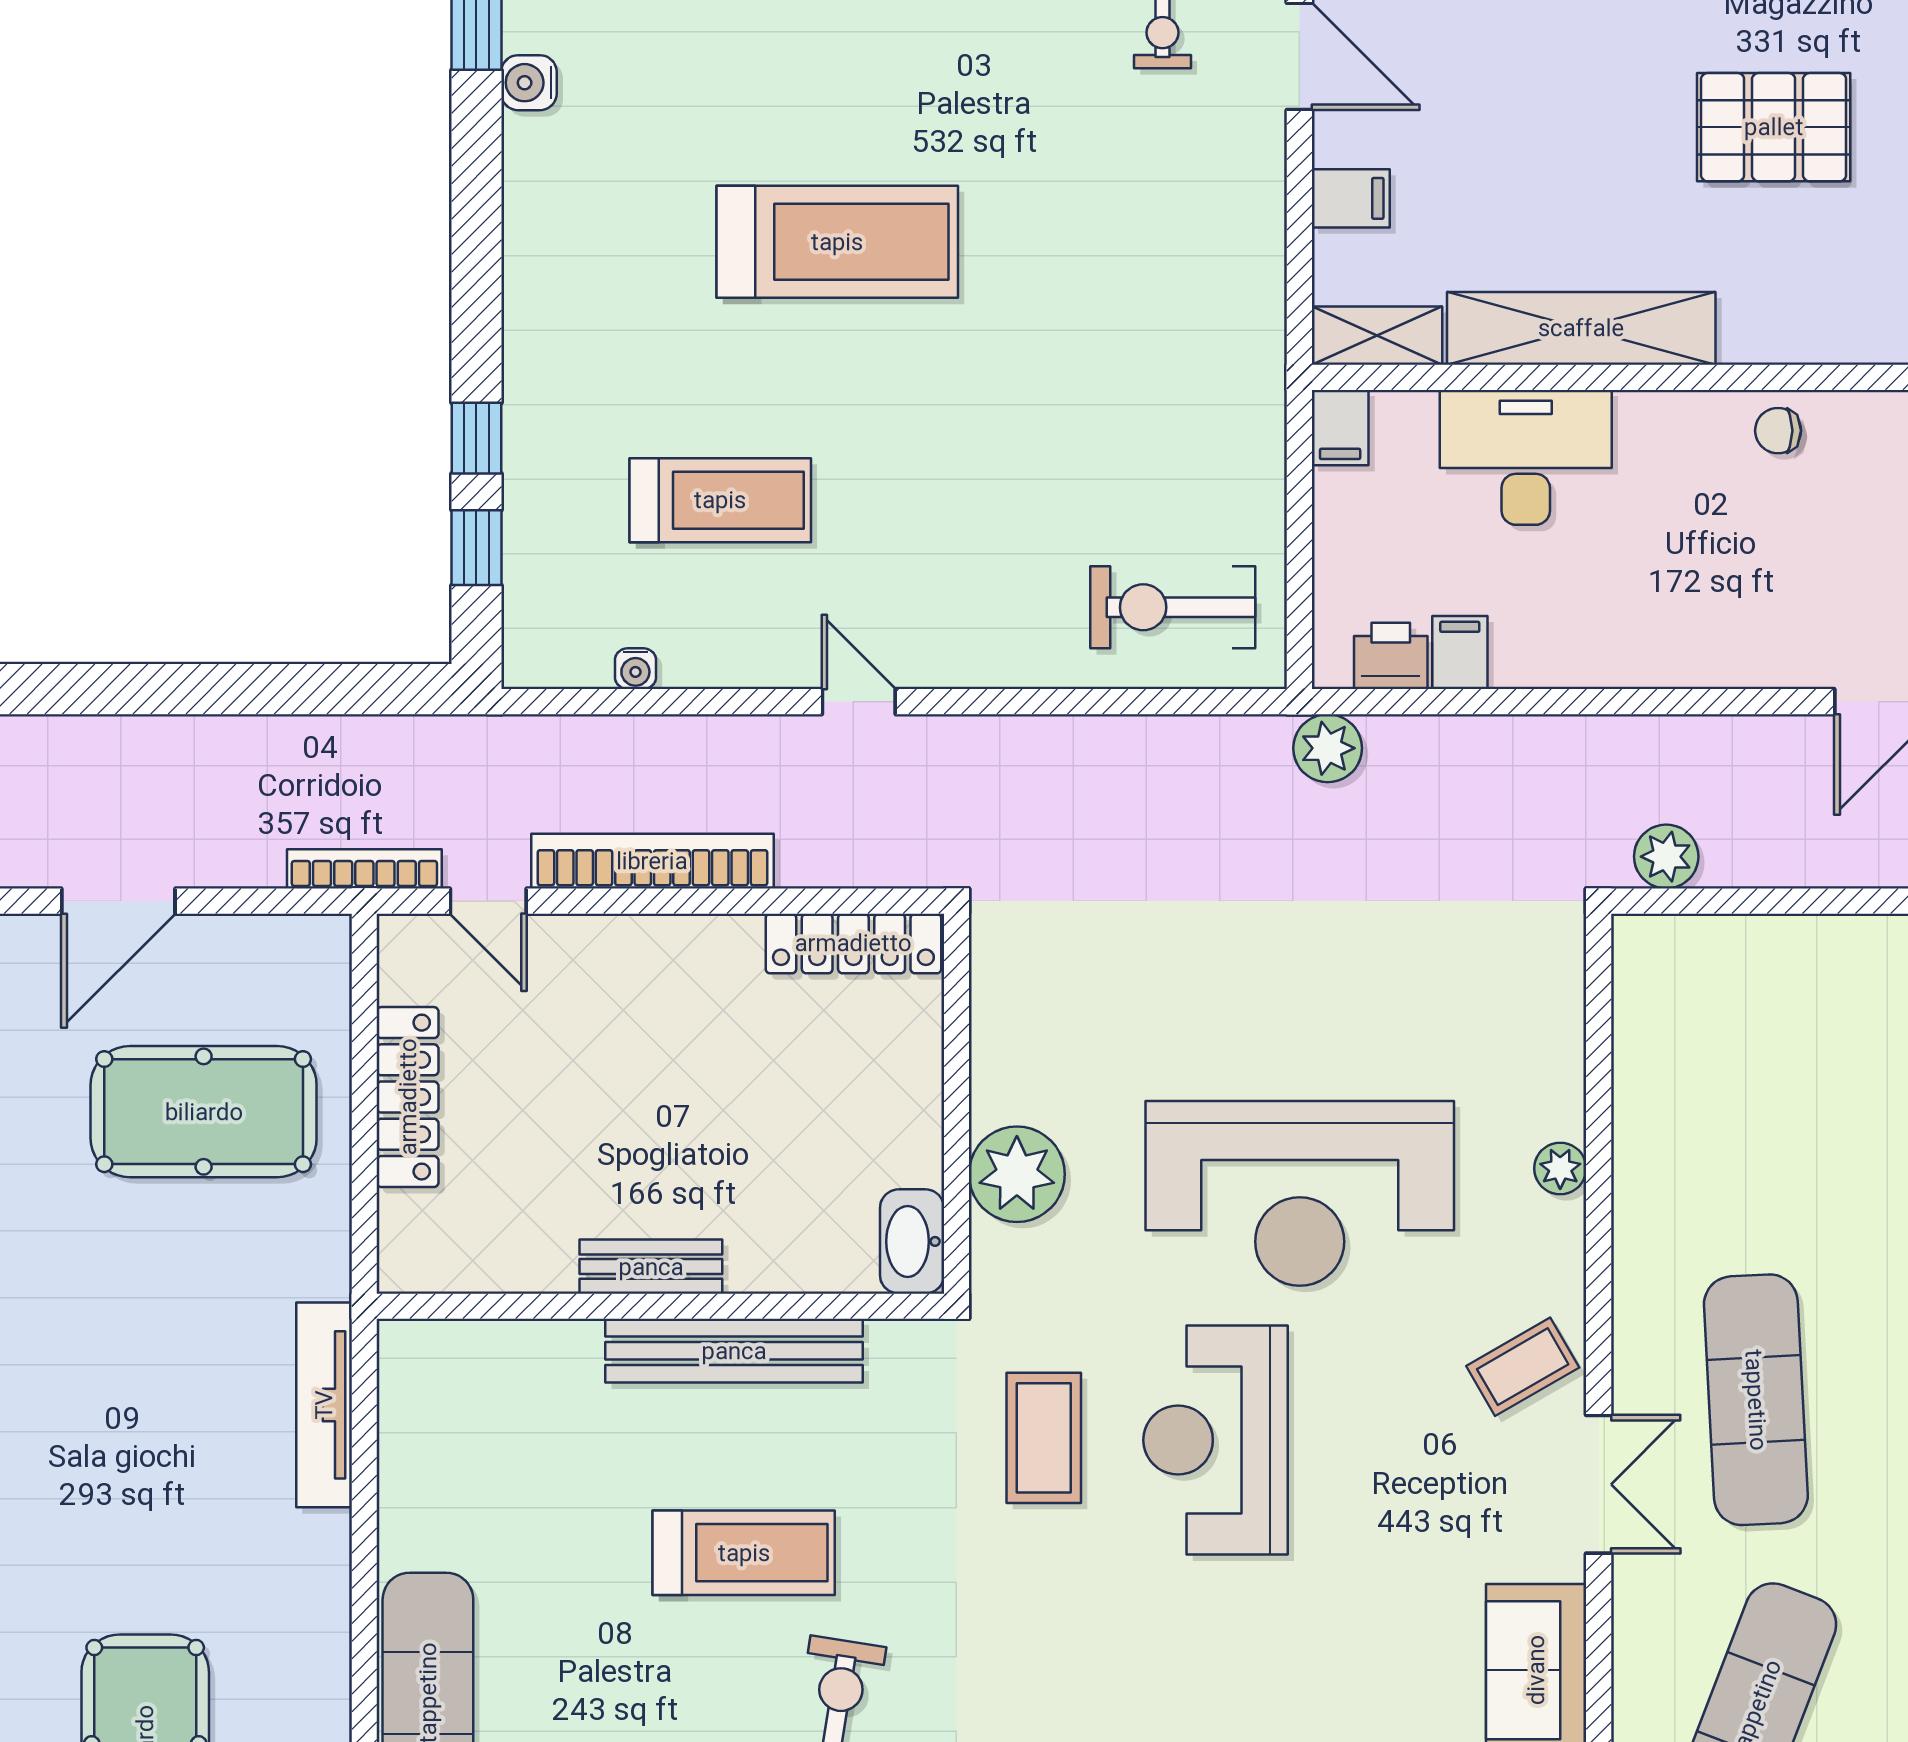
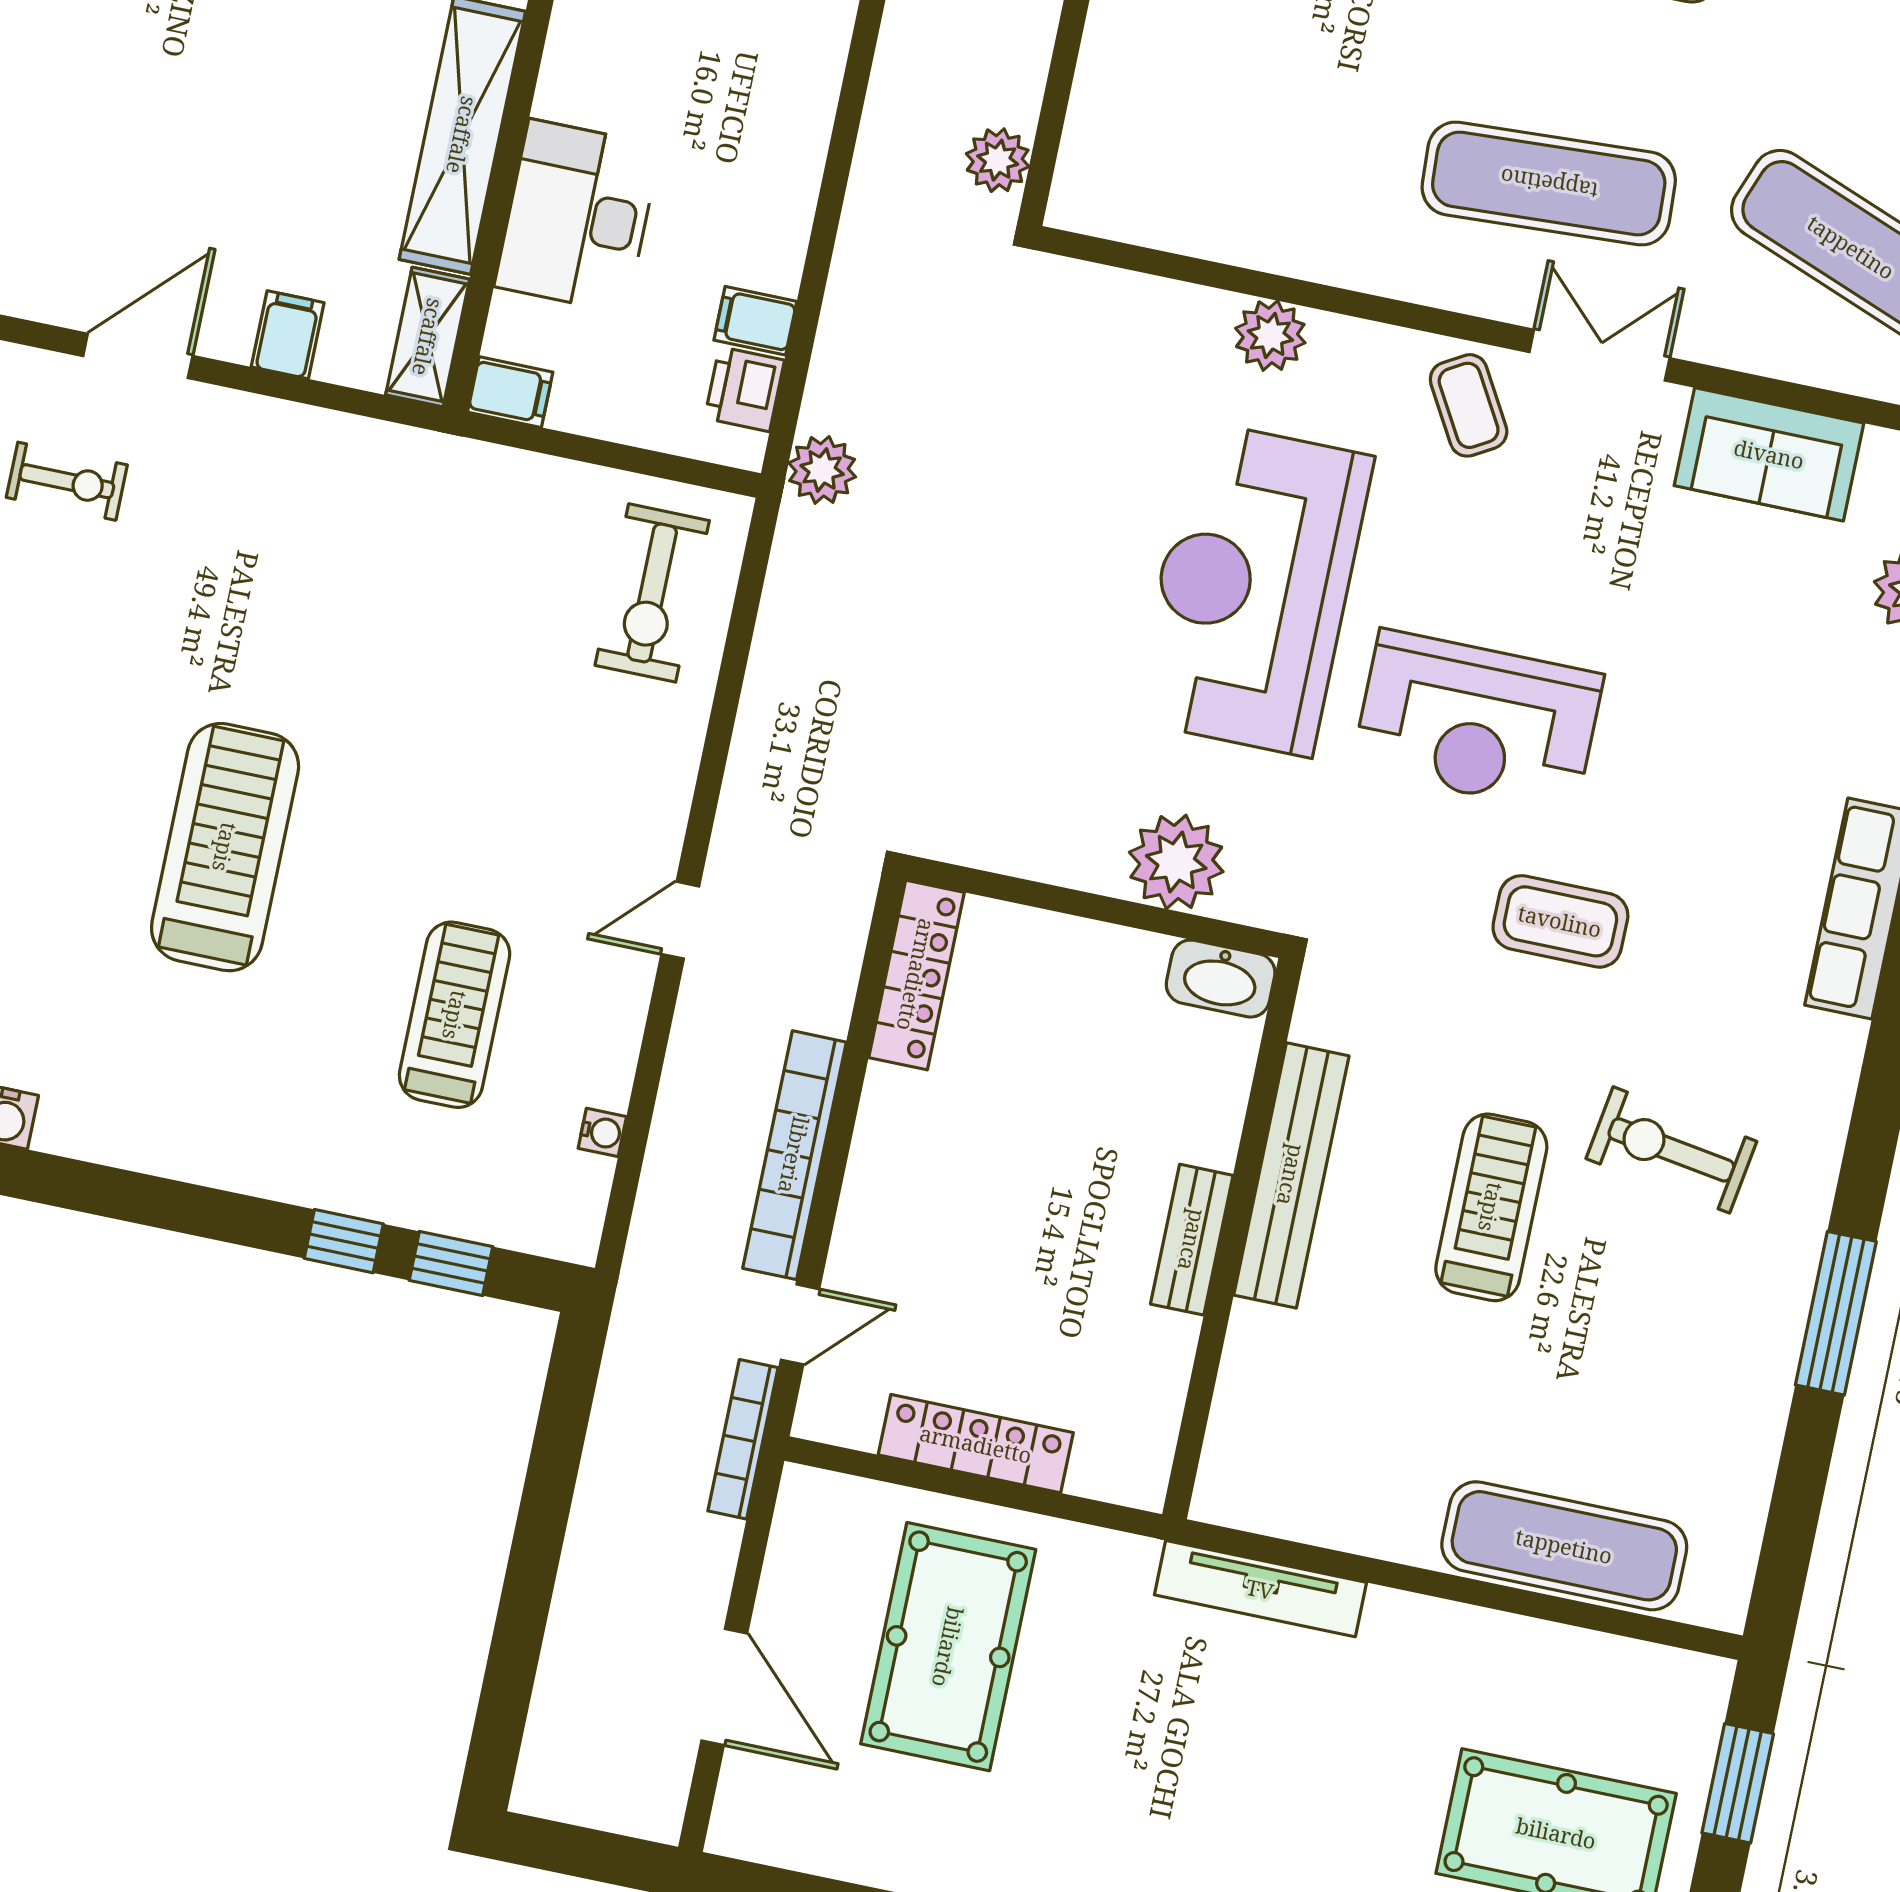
plant: (1560, 1168) -> (1270, 336), width x1.38, depth x1.38
reception desk: (1300, 1193) -> (1253, 589), turned 180
coffee table: (1044, 1438) -> (1560, 921), moved

